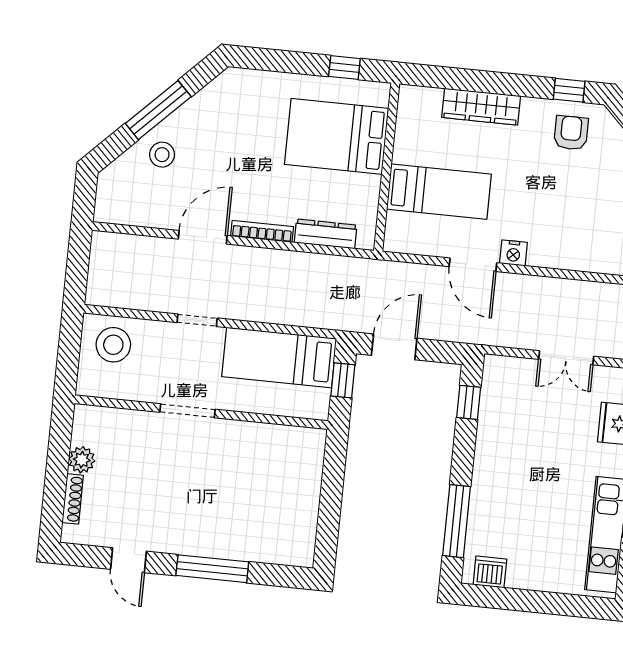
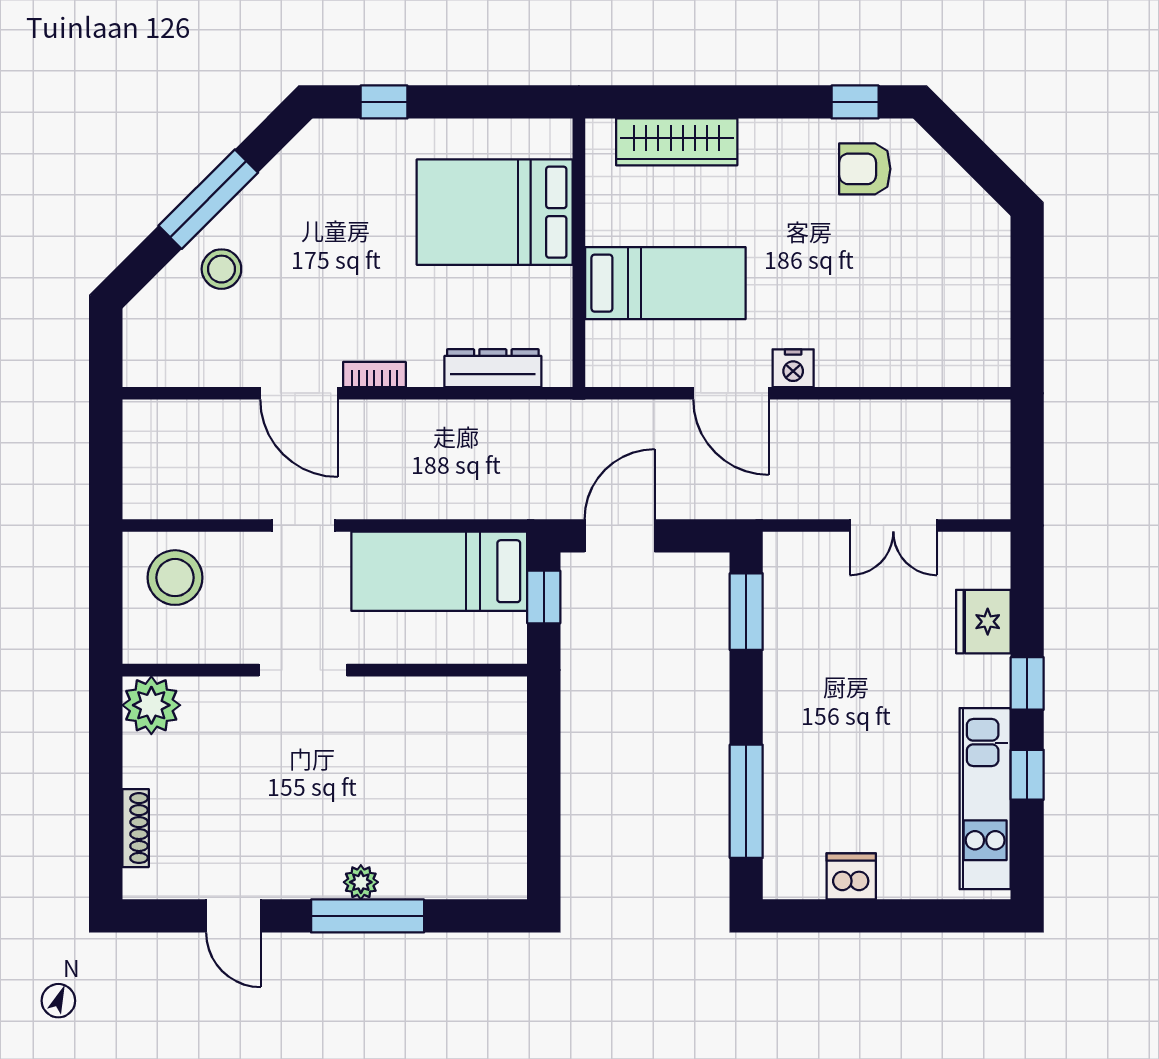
window: (344, 68) -> (384, 102), moved
wardrobe: (481, 107) -> (677, 142), moved
armchair: (571, 133) -> (865, 169), turned -90
bookcase: (262, 231) -> (374, 374), width x0.64
door: (203, 237) -> (299, 393), swing flipped
window: (469, 402) -> (746, 612), width x1.50
plant: (82, 460) -> (151, 705), moved, width x1.36, depth x1.36
plant: (210, 547) -> (361, 882), added
dishwasher: (490, 572) -> (851, 876), moved

